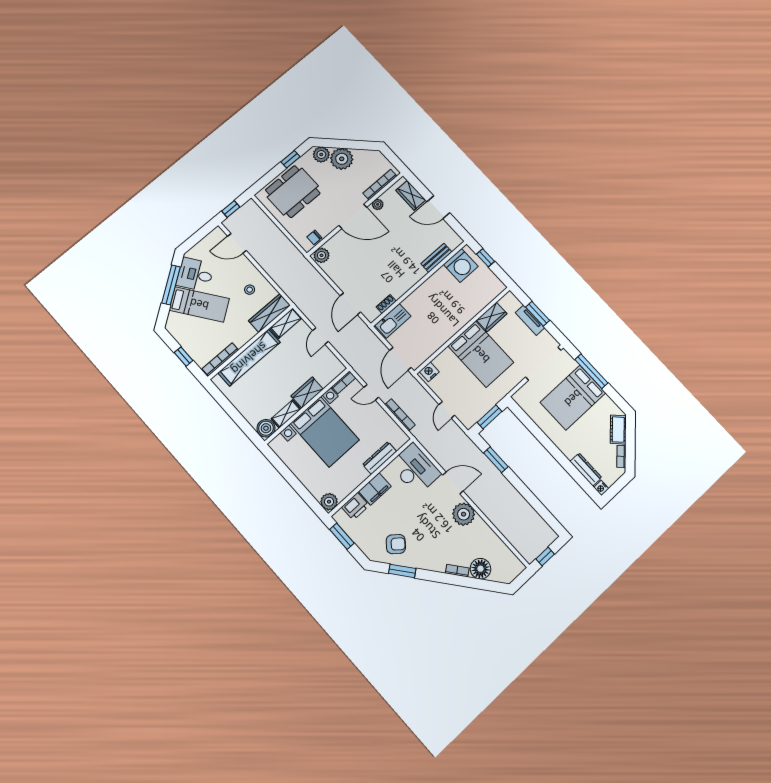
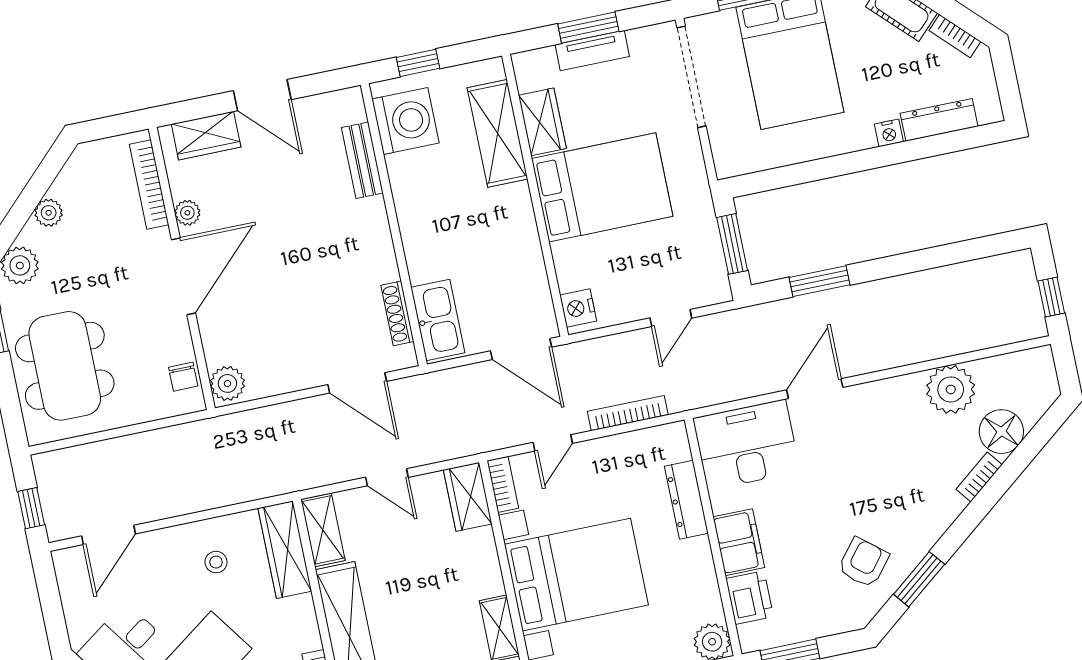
plant: (342, 159) -> (49, 213), width x0.53, depth x0.53
door: (438, 207) -> (262, 95), hinge flipped
shelving: (477, 303) -> (497, 133), added
shoe rack: (386, 304) -> (397, 313), width x1.43
wardrobe: (307, 392) -> (468, 497), moved
door: (447, 410) -> (671, 318), hinge flipped
nightstand: (601, 488) -> (889, 133), moved
plant: (464, 514) -> (951, 389), moved

